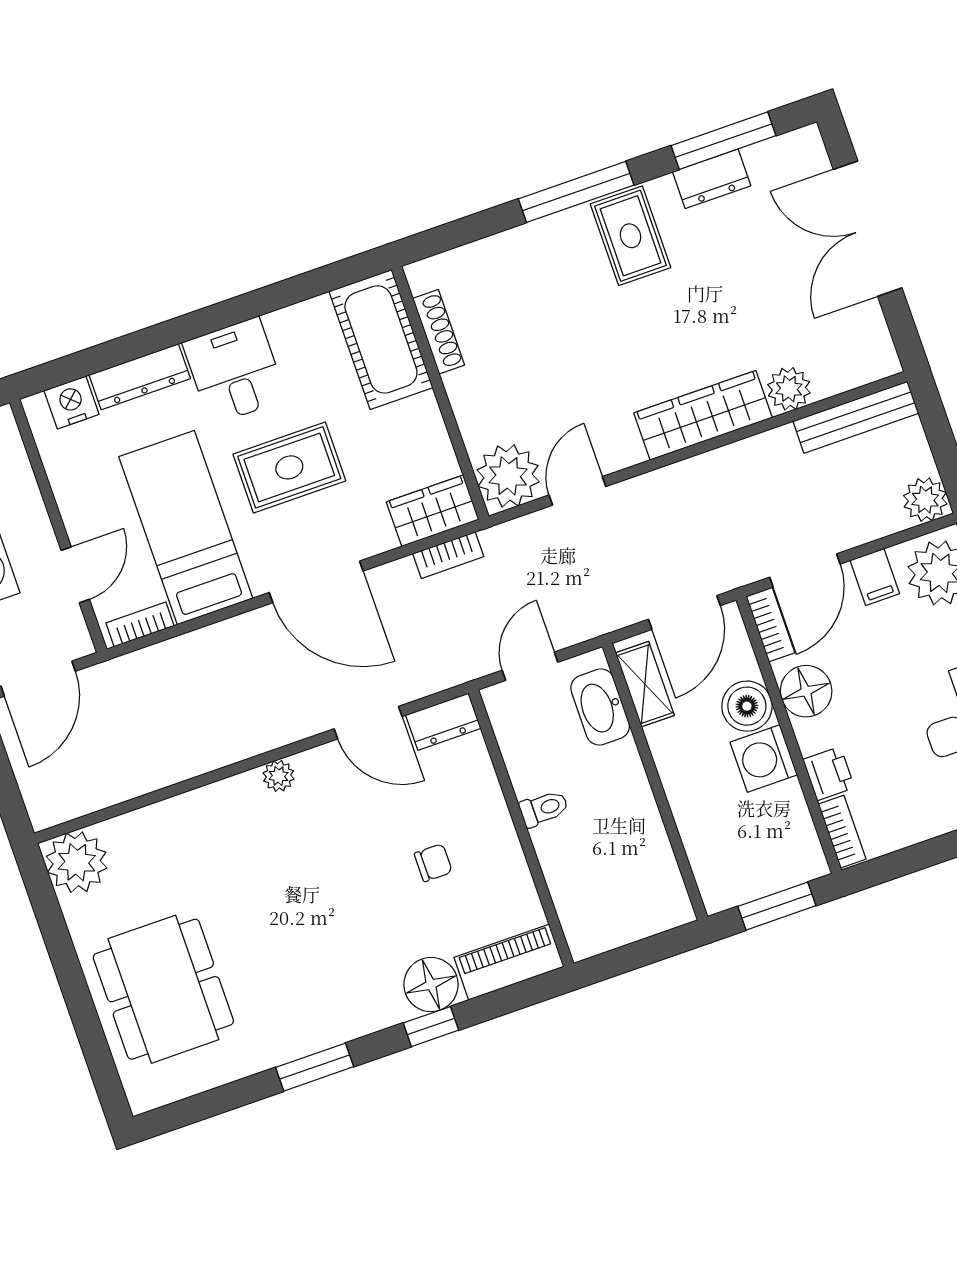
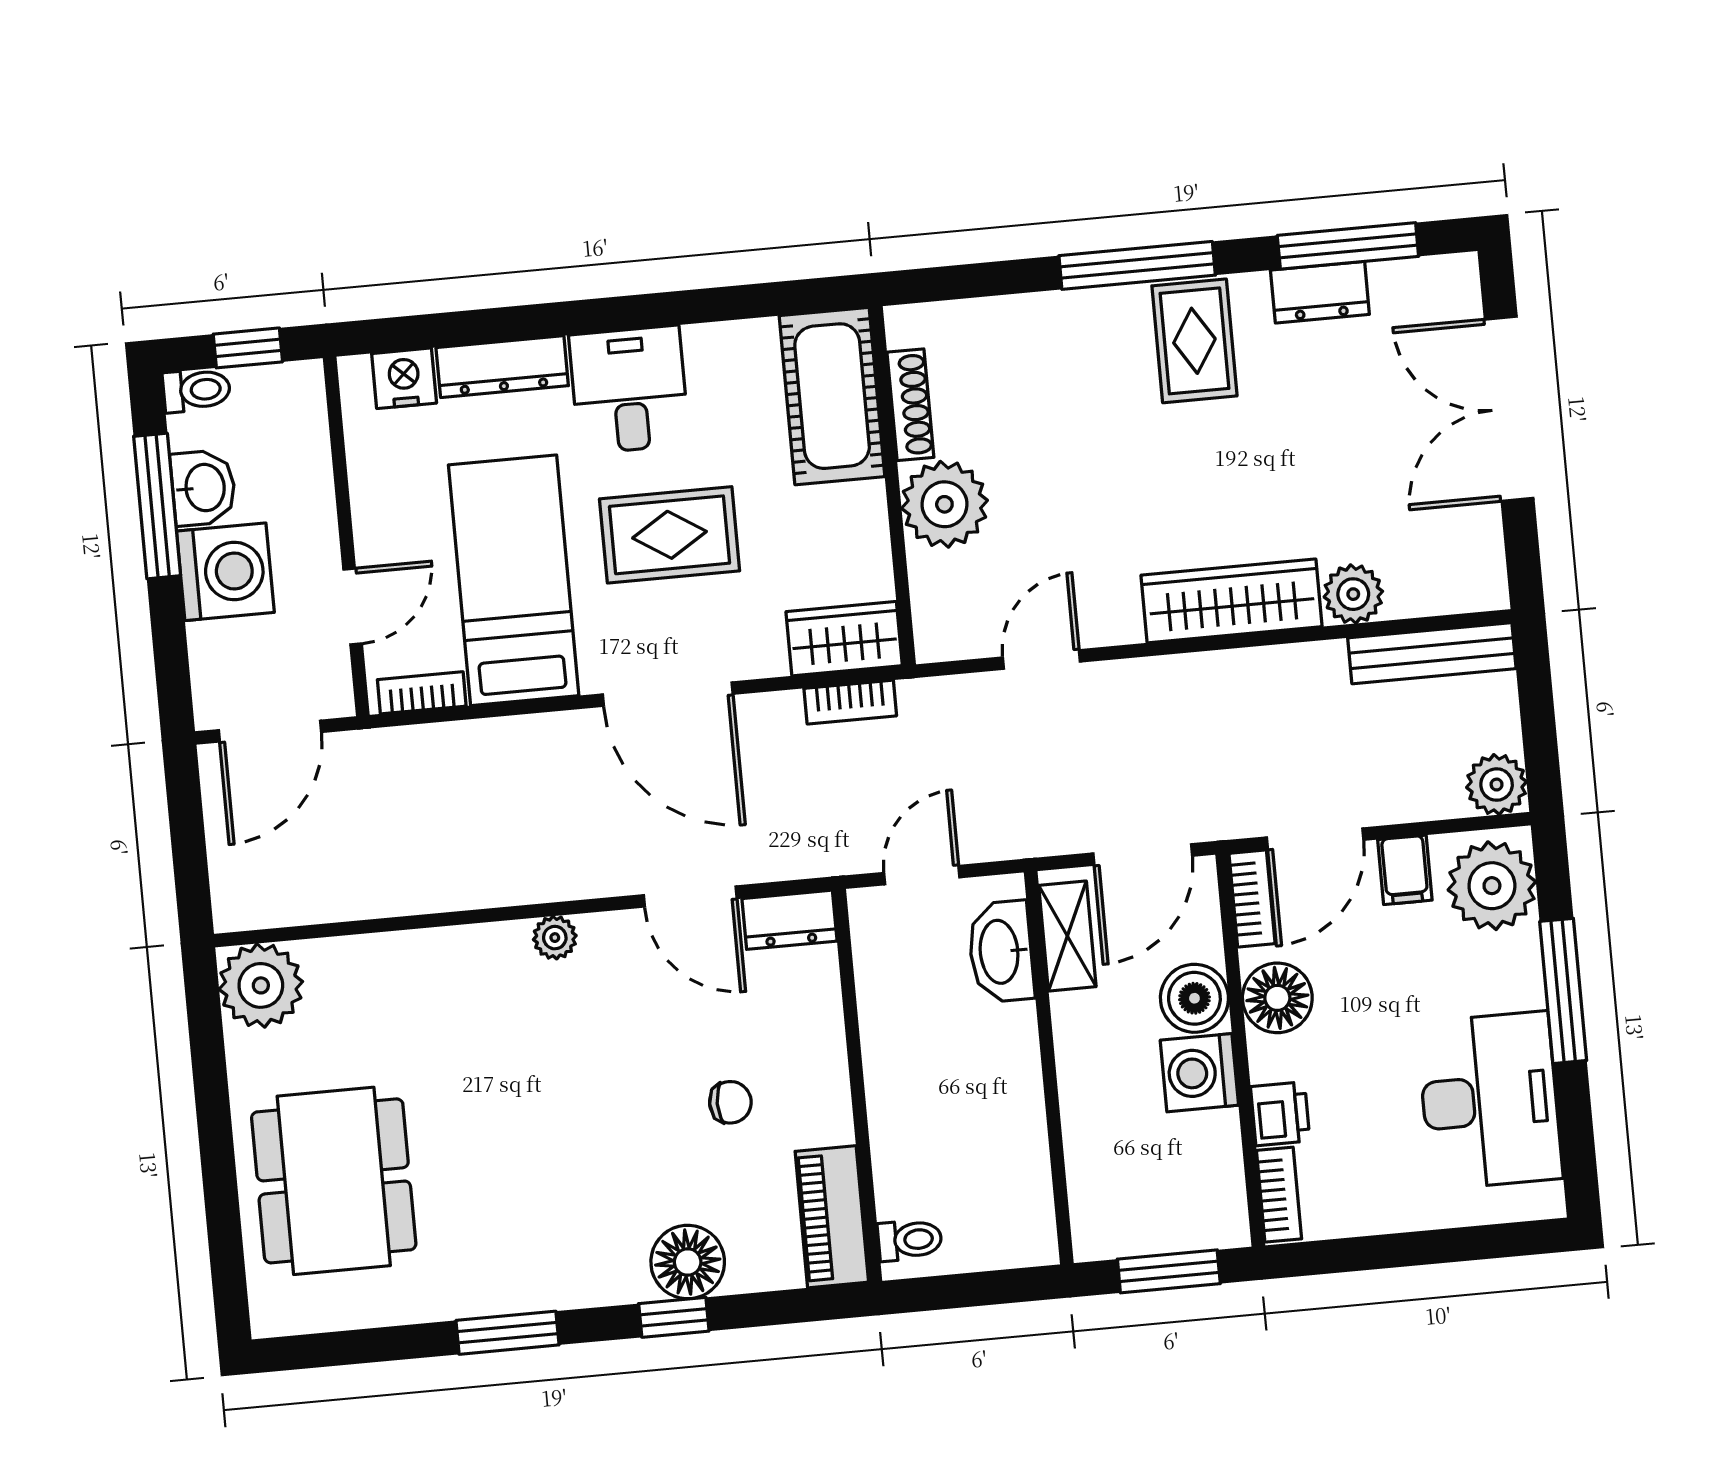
plant: (508, 476) -> (944, 504), moved
toilet: (544, 808) -> (910, 1240), moved
piano: (509, 962) -> (832, 1217), moved, turned -90

